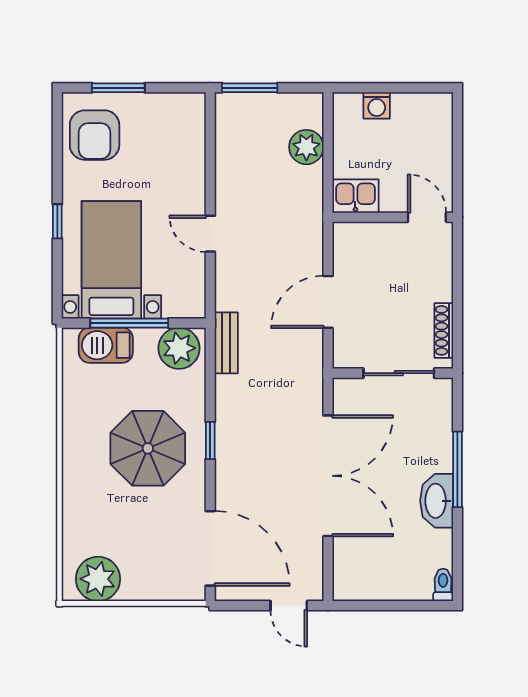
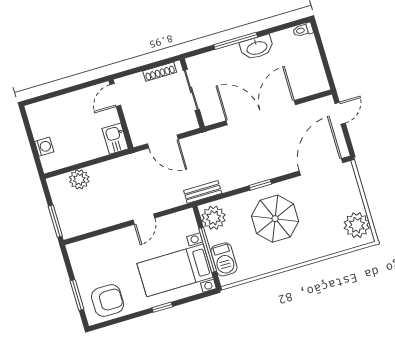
kitchen sink: (355, 196) -> (115, 139), moved
wall: (393, 217) -> (121, 114), moved
door: (427, 217) -> (115, 95), moved

